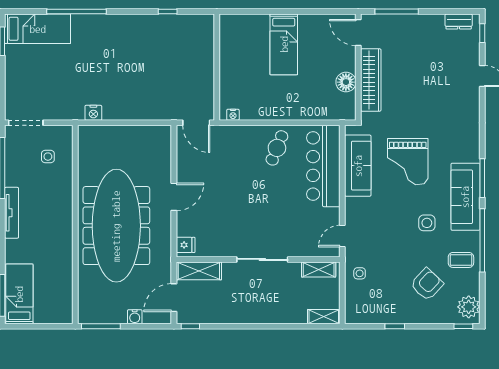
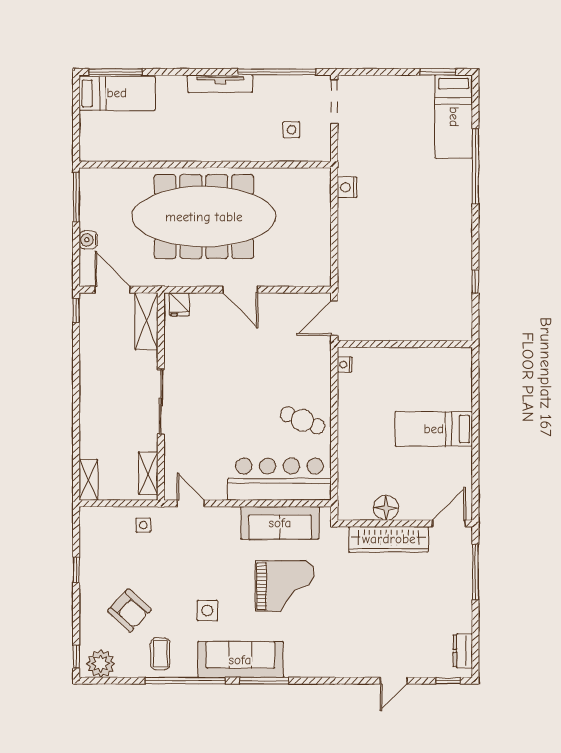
grand piano: (408, 162) -> (285, 586), turned 180

